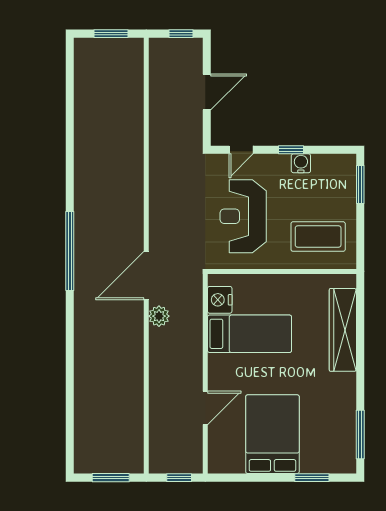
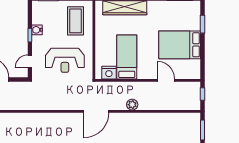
door: (241, 150) -> (30, 61), swing flipped
door: (146, 275) -> (96, 111), hinge flipped
plant: (159, 316) -> (132, 105), moved

